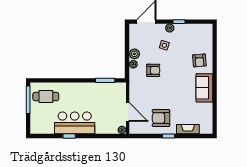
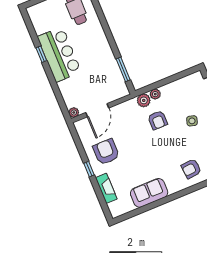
plant: (134, 54) -> (144, 100), moved
sofa: (204, 88) -> (149, 193), moved

